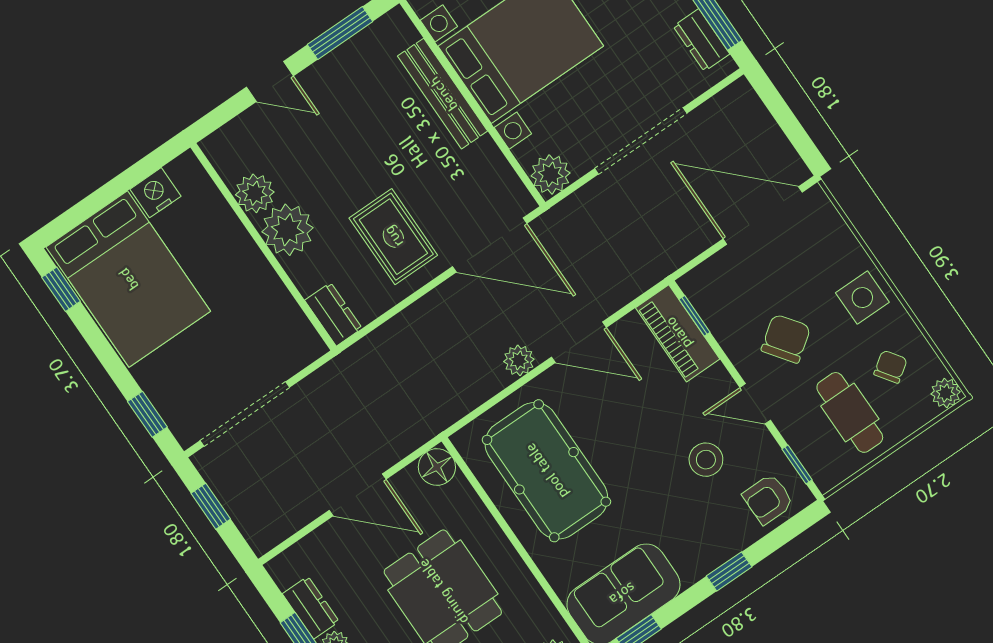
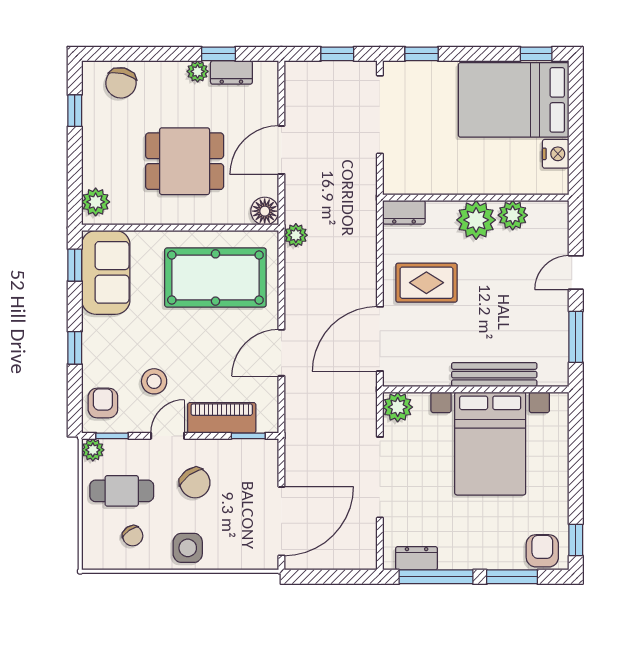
piano: (678, 333) -> (222, 418), moved
plant: (519, 360) -> (296, 235), moved
plant: (946, 393) -> (93, 450), moved

